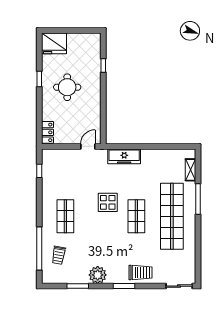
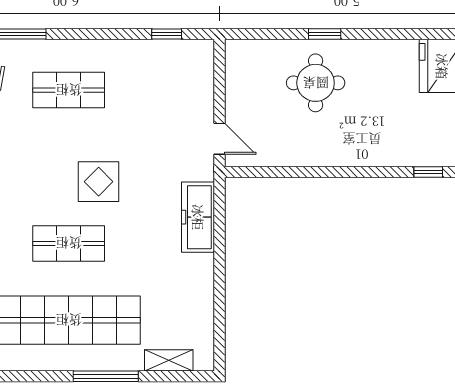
window: (103, 66) -> (428, 172), moved
window: (39, 79) -> (325, 34), moved
round table: (67, 87) -> (316, 83), moved
locker: (48, 132) -> (250, 52), removed

